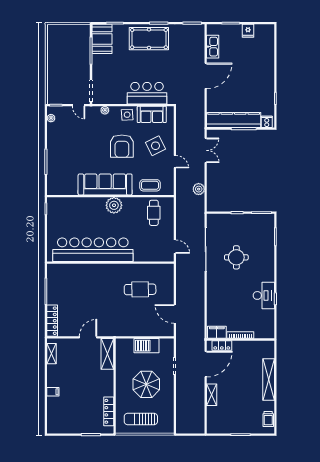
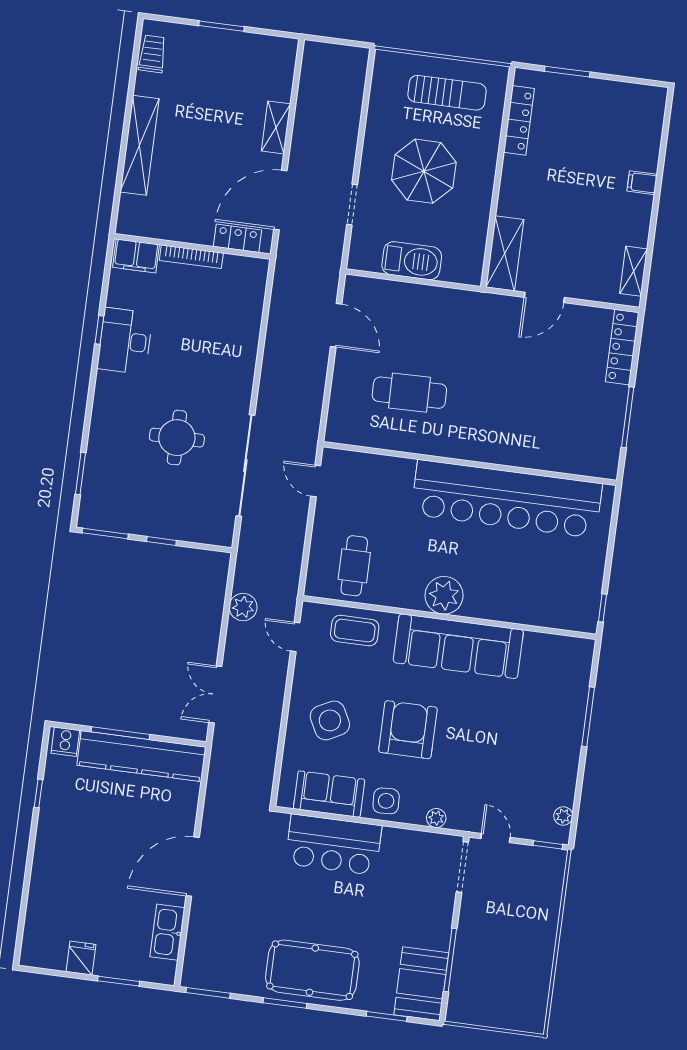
door: (175, 162) -> (295, 637), moved
filing cabinet: (217, 332) -> (136, 256), moved

